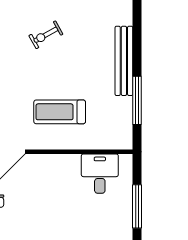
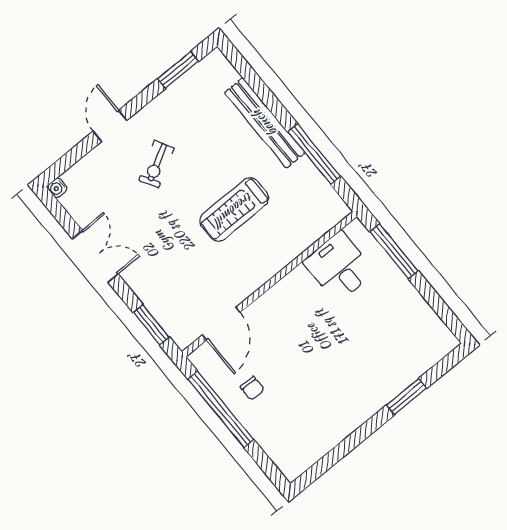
treadmill: (60, 112) -> (234, 209), moved
window: (137, 206) -> (394, 251), moved

